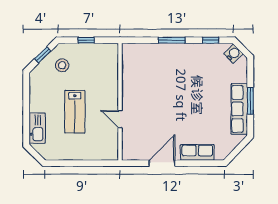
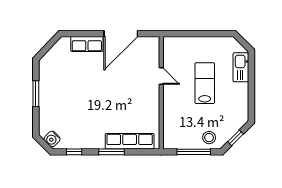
window: (86, 40) -> (194, 152), width x2.17
stool: (62, 65) -> (209, 138), moved
row of seats: (239, 109) -> (130, 141), moved, turned -90
door: (162, 163) -> (121, 34), width x1.36

